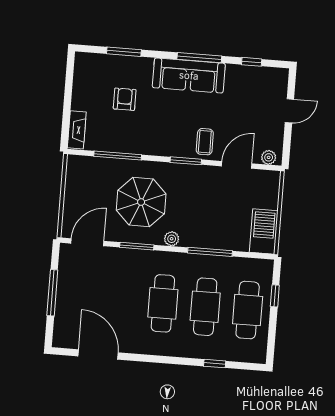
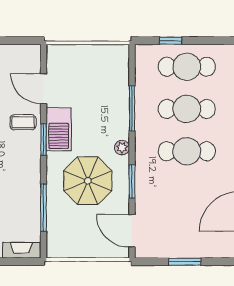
plant: (269, 157) -> (34, 58), removed
barbecue: (264, 231) -> (59, 129), moved, turned -90
window: (52, 293) -> (185, 262), width x0.69

